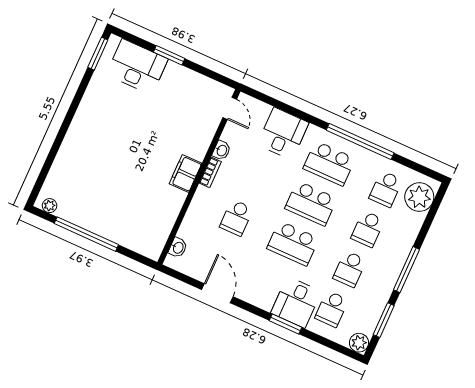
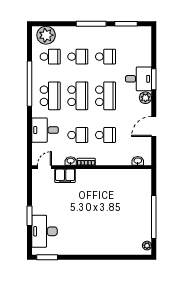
filing cabinet: (185, 174) -> (65, 176), moved
school desk: (332, 309) -> (78, 135), moved
plant: (359, 343) -> (145, 98), moved

